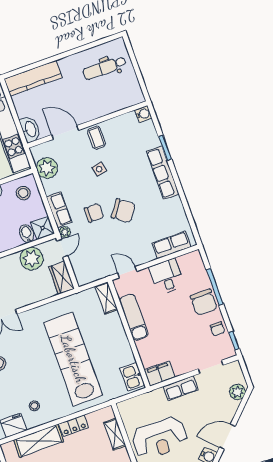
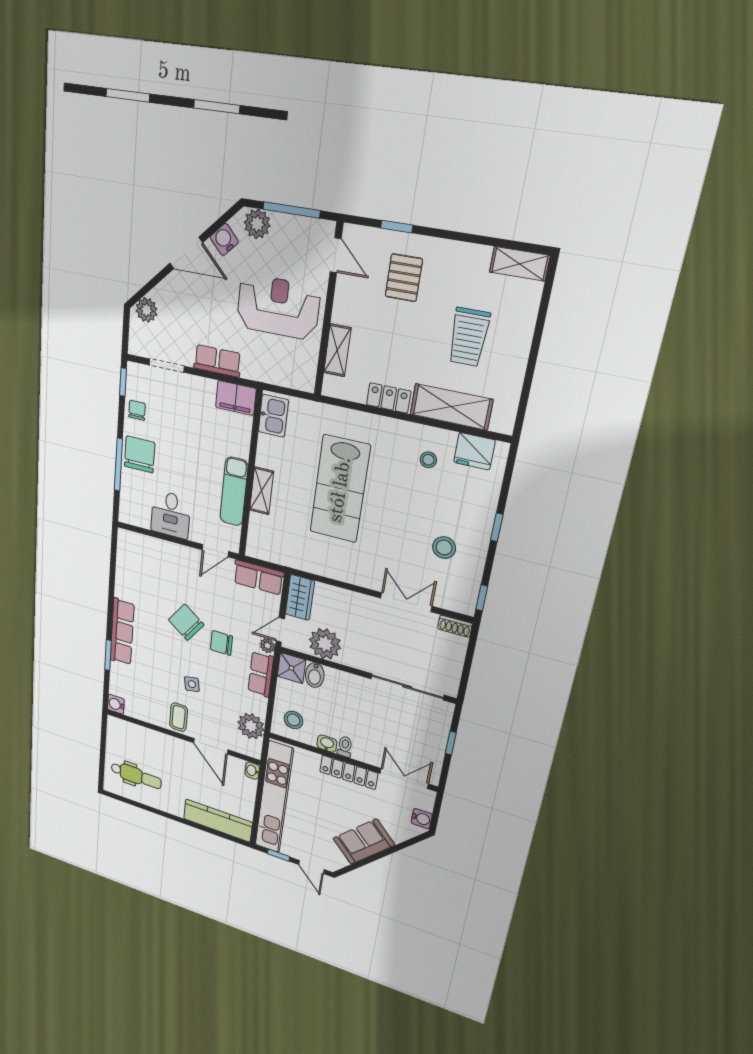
washbasin: (30, 129) -> (252, 771), width x0.52, depth x0.69
row of seats: (172, 245) -> (258, 577), moved
door: (127, 272) -> (215, 551), hinge flipped
shelving: (106, 298) -> (262, 491), moved
lab bench: (73, 359) -> (340, 489), width x0.73

